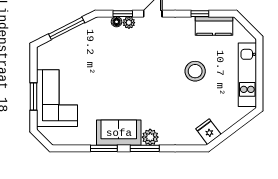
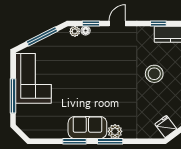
plant: (129, 23) -> (75, 31), moved
window: (34, 96) -> (13, 96), width x1.44
corner sofa: (57, 98) -> (33, 78), moved

